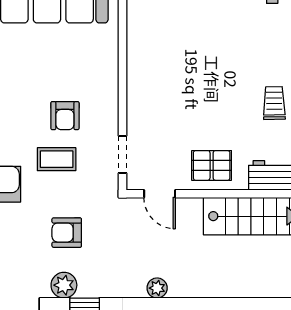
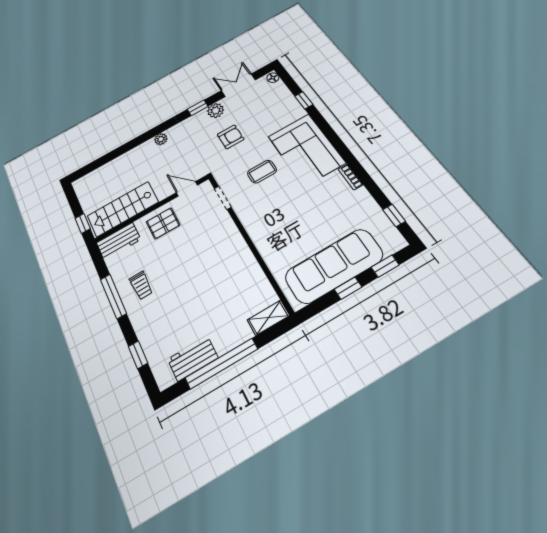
armchair: (65, 116) -> (273, 199), removed

